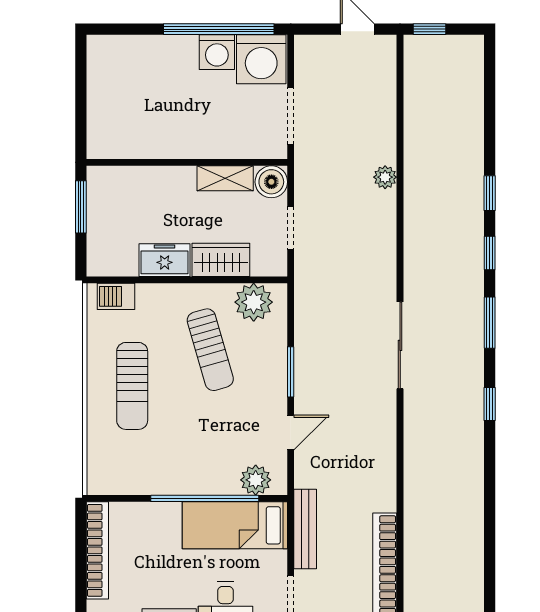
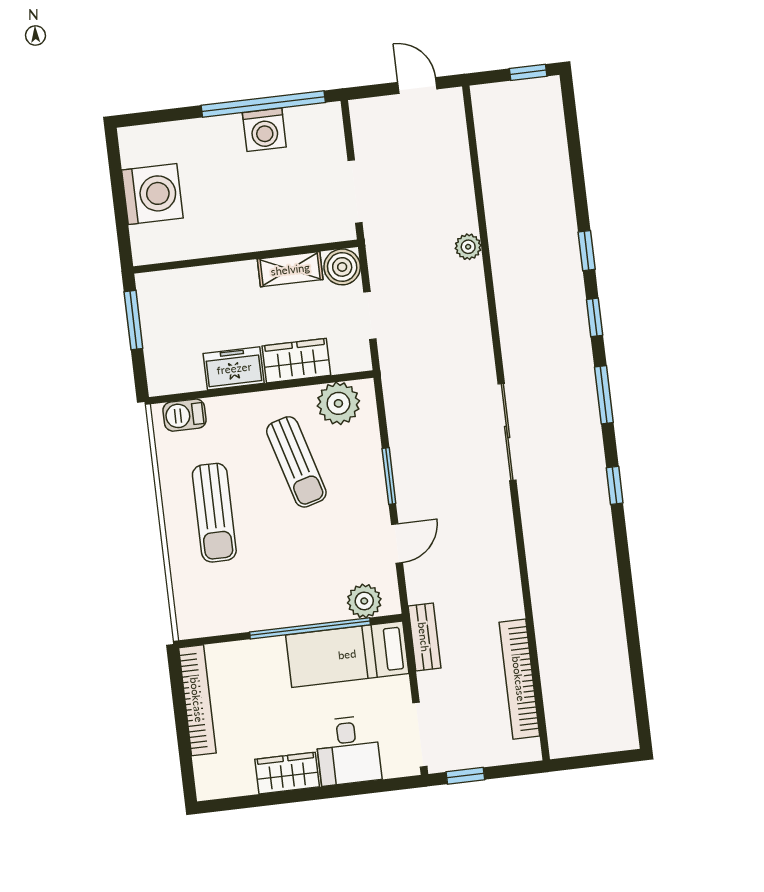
window: (430, 29) -> (528, 72), moved
washing machine: (261, 59) -> (152, 194), moved, turned -90
bench: (305, 529) -> (424, 637), width x0.73

